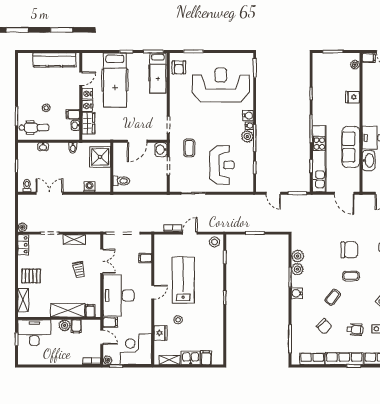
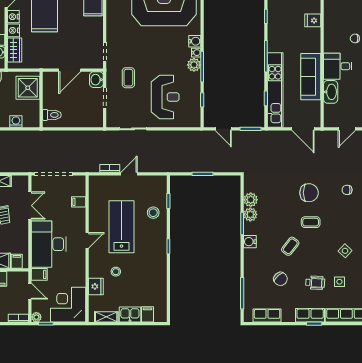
stool: (215, 242) -> (153, 213), moved
row of seats: (344, 359) -> (310, 315), width x0.68

